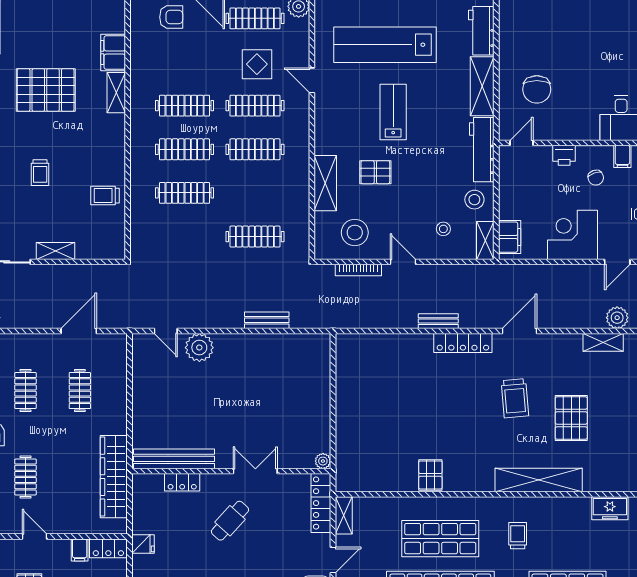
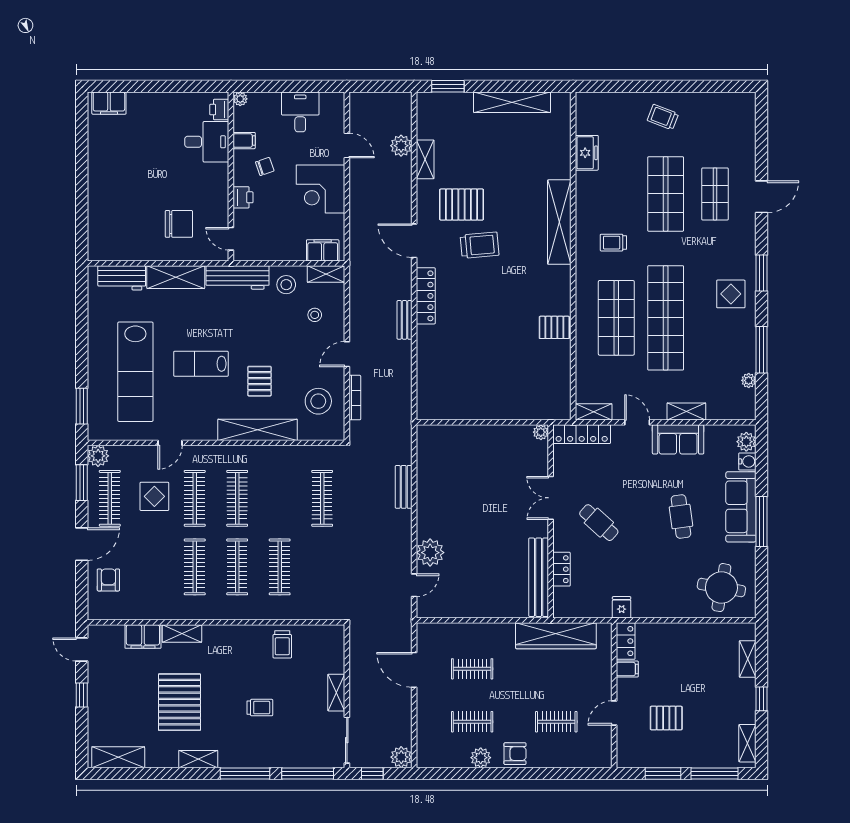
shelving: (325, 183) -> (258, 430), width x1.47
pallet: (571, 418) -> (462, 205), moved

